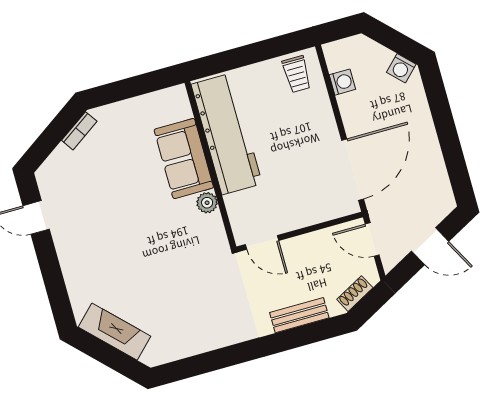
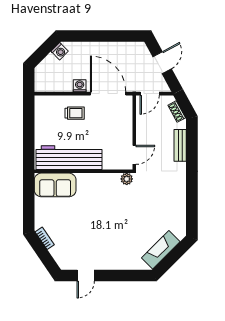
trolley: (297, 74) -> (75, 113), moved
washing machine: (342, 82) -> (80, 86), moved
sofa: (184, 159) -> (55, 185), moved
plant: (207, 203) -> (127, 179), moved

